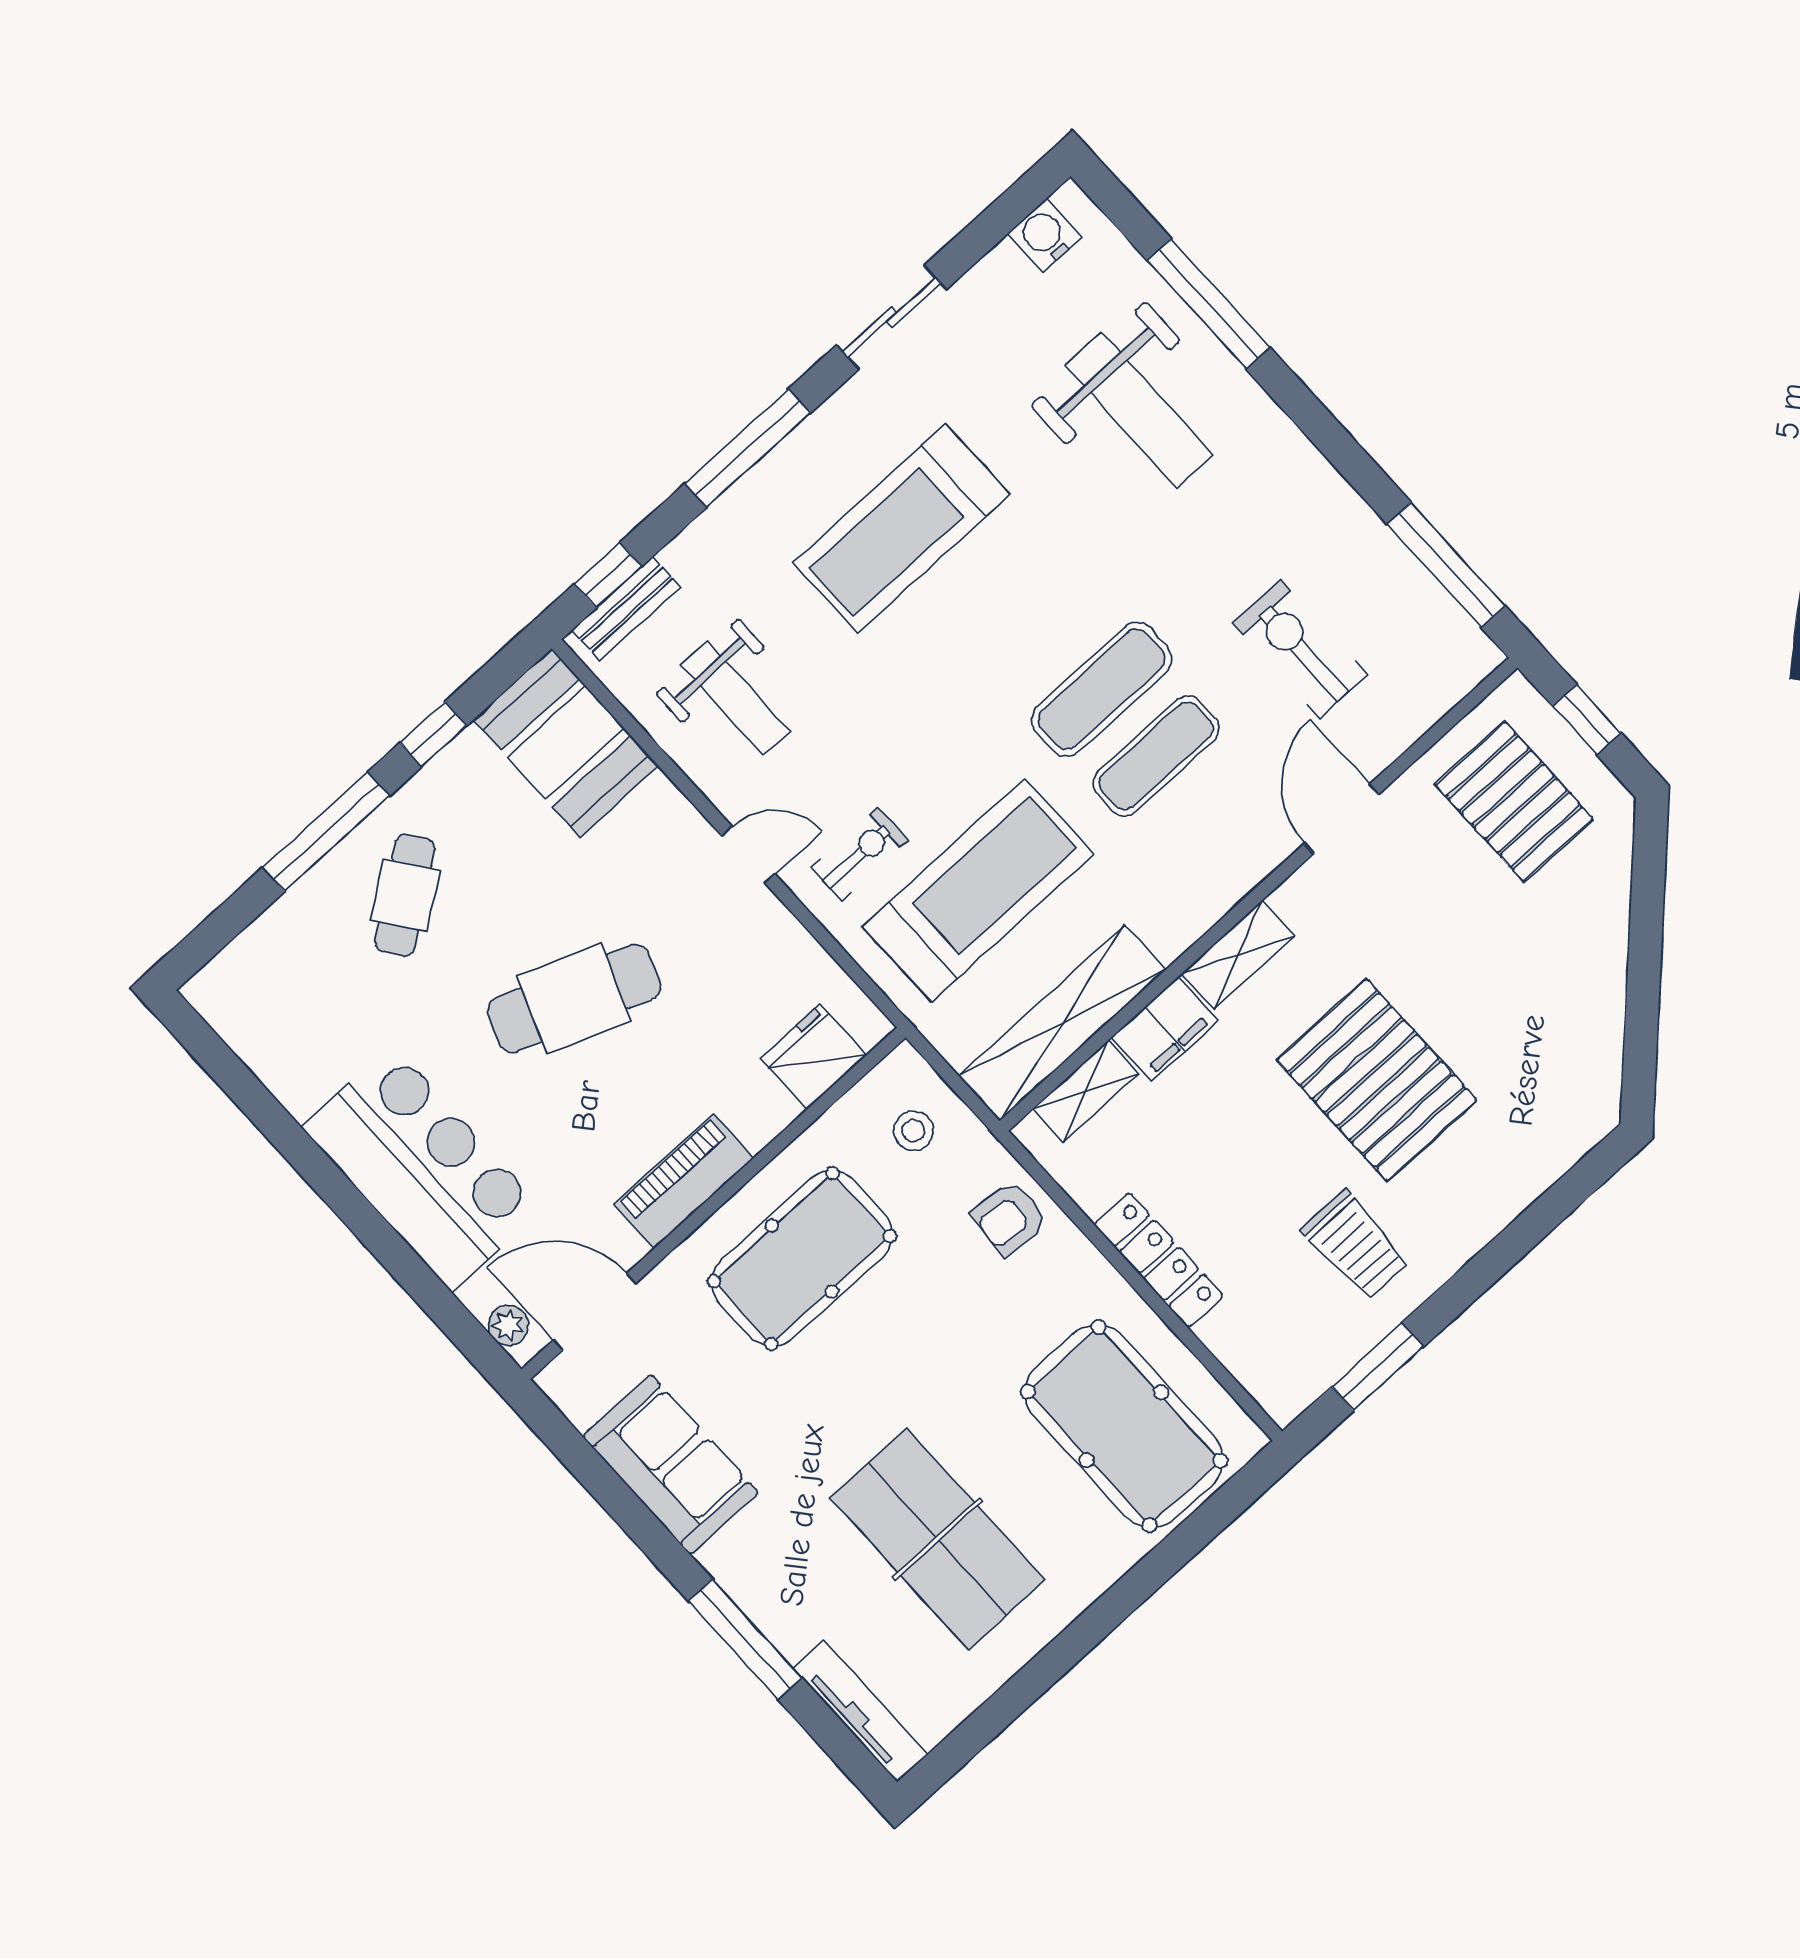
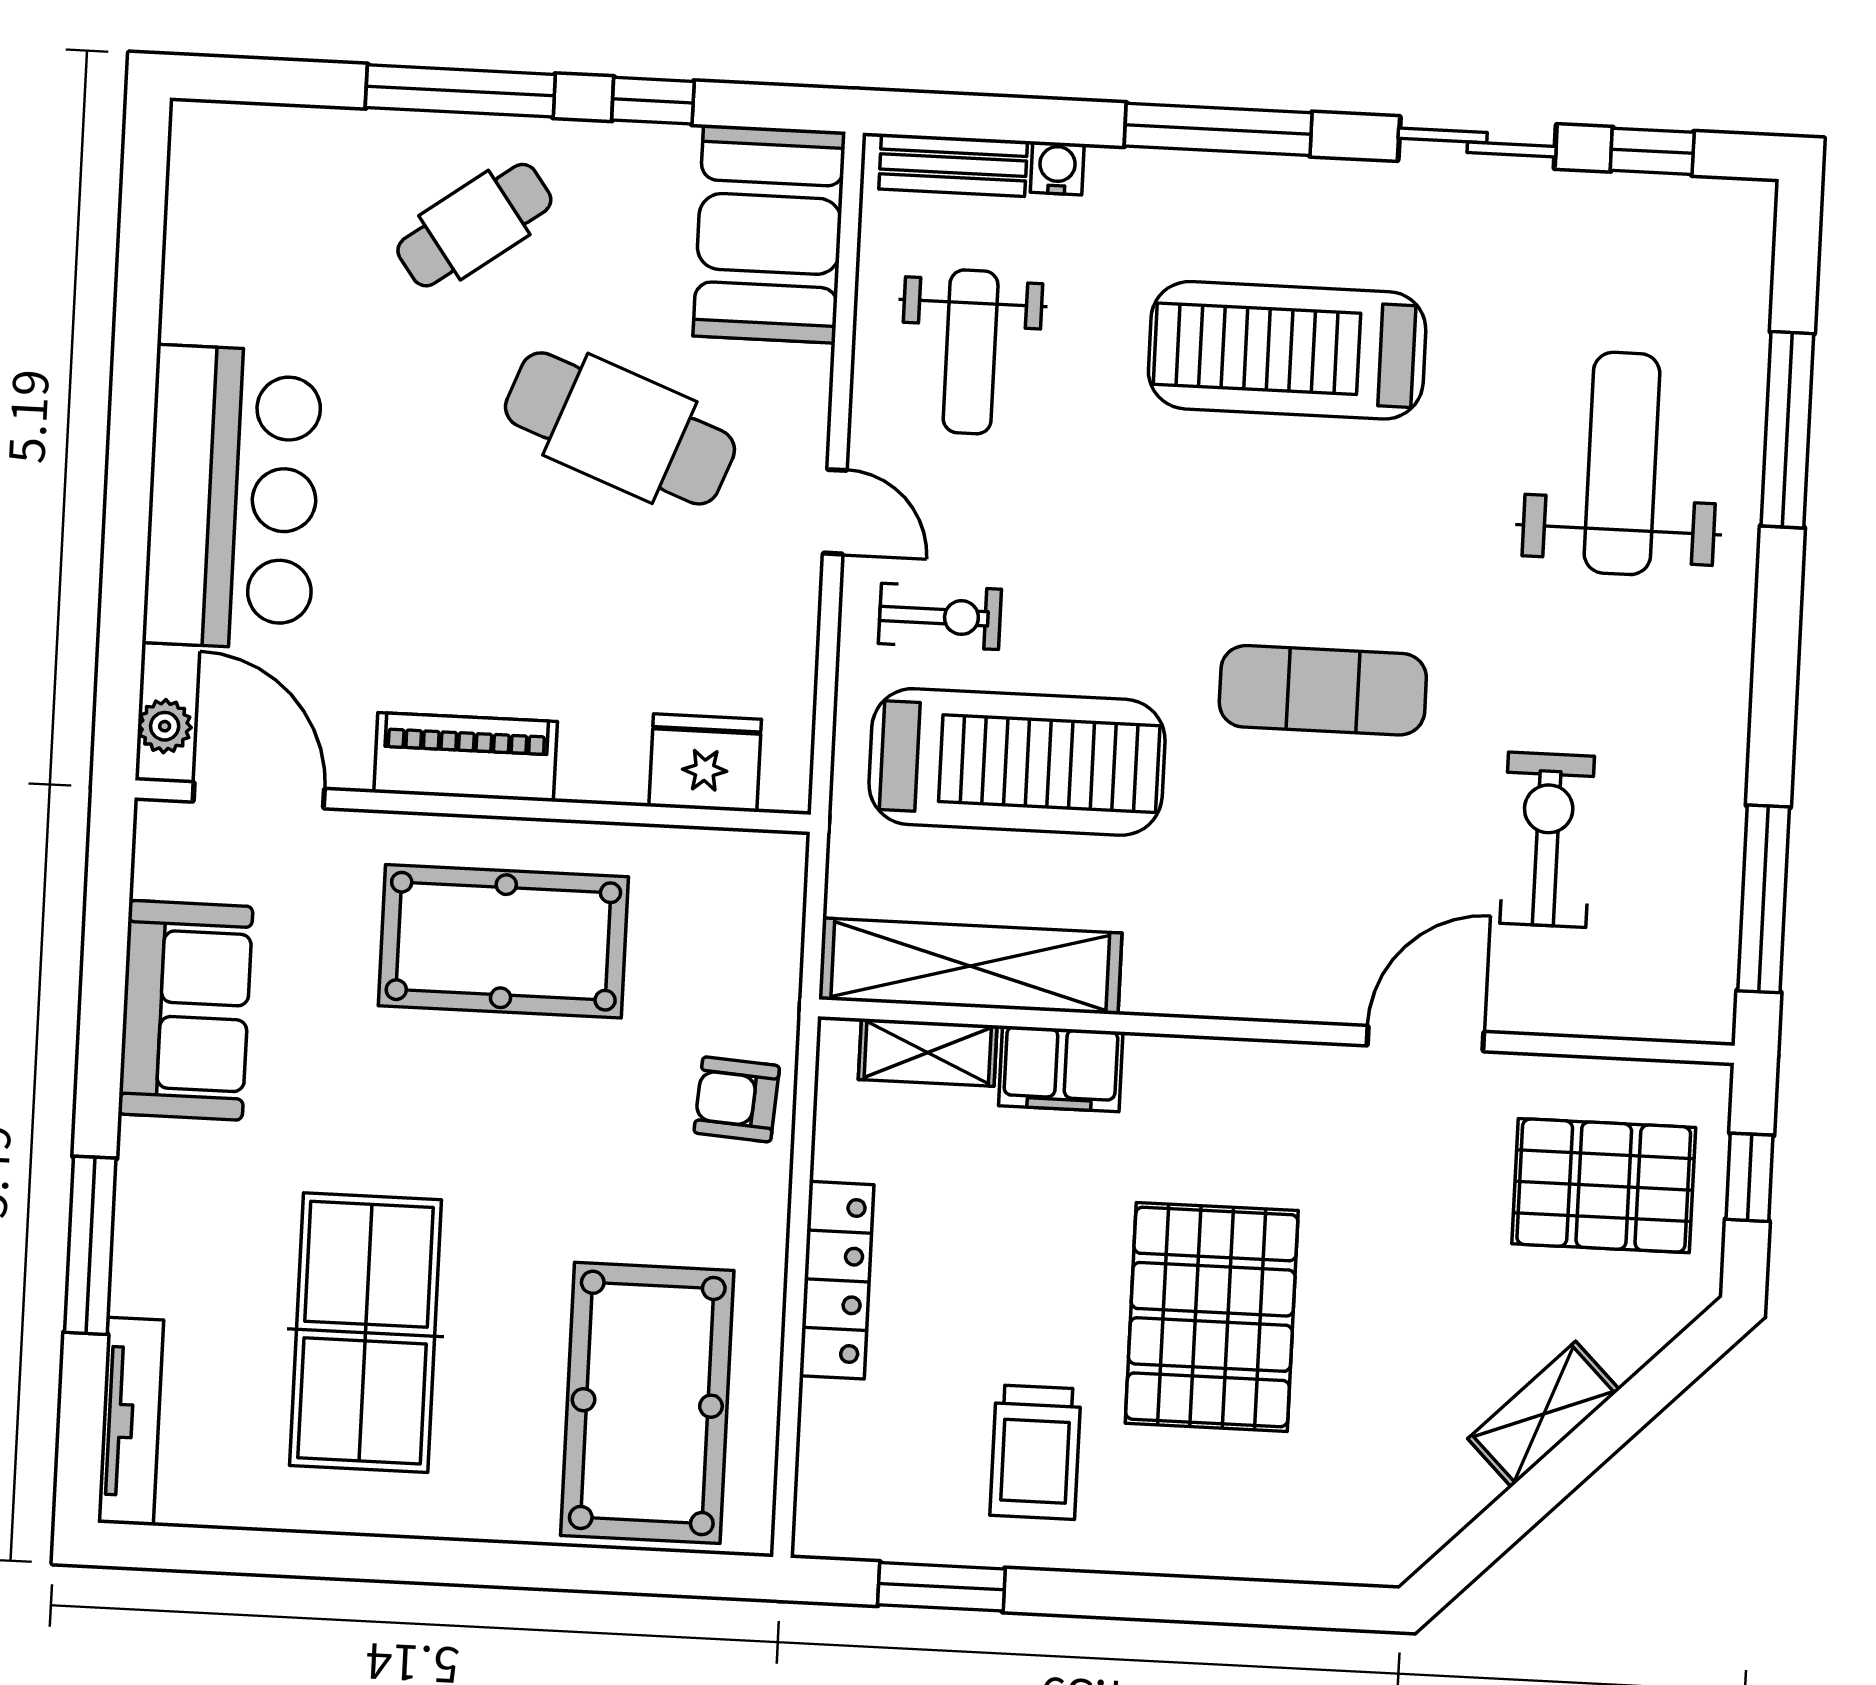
water cooler: (1045, 235) -> (1057, 168), moved, width x0.72, depth x0.72
weight bench: (1139, 410) -> (1622, 463), turned 180
window: (608, 575) -> (1652, 151), moved
exercise mat: (1156, 756) -> (1311, 804), removed
pallet: (1514, 802) -> (1604, 1186), turned 90
shelving: (1238, 955) -> (1544, 1414), moved, turned -45
cafe table: (574, 998) -> (620, 428), moved
stool: (914, 1131) -> (729, 927), removed

